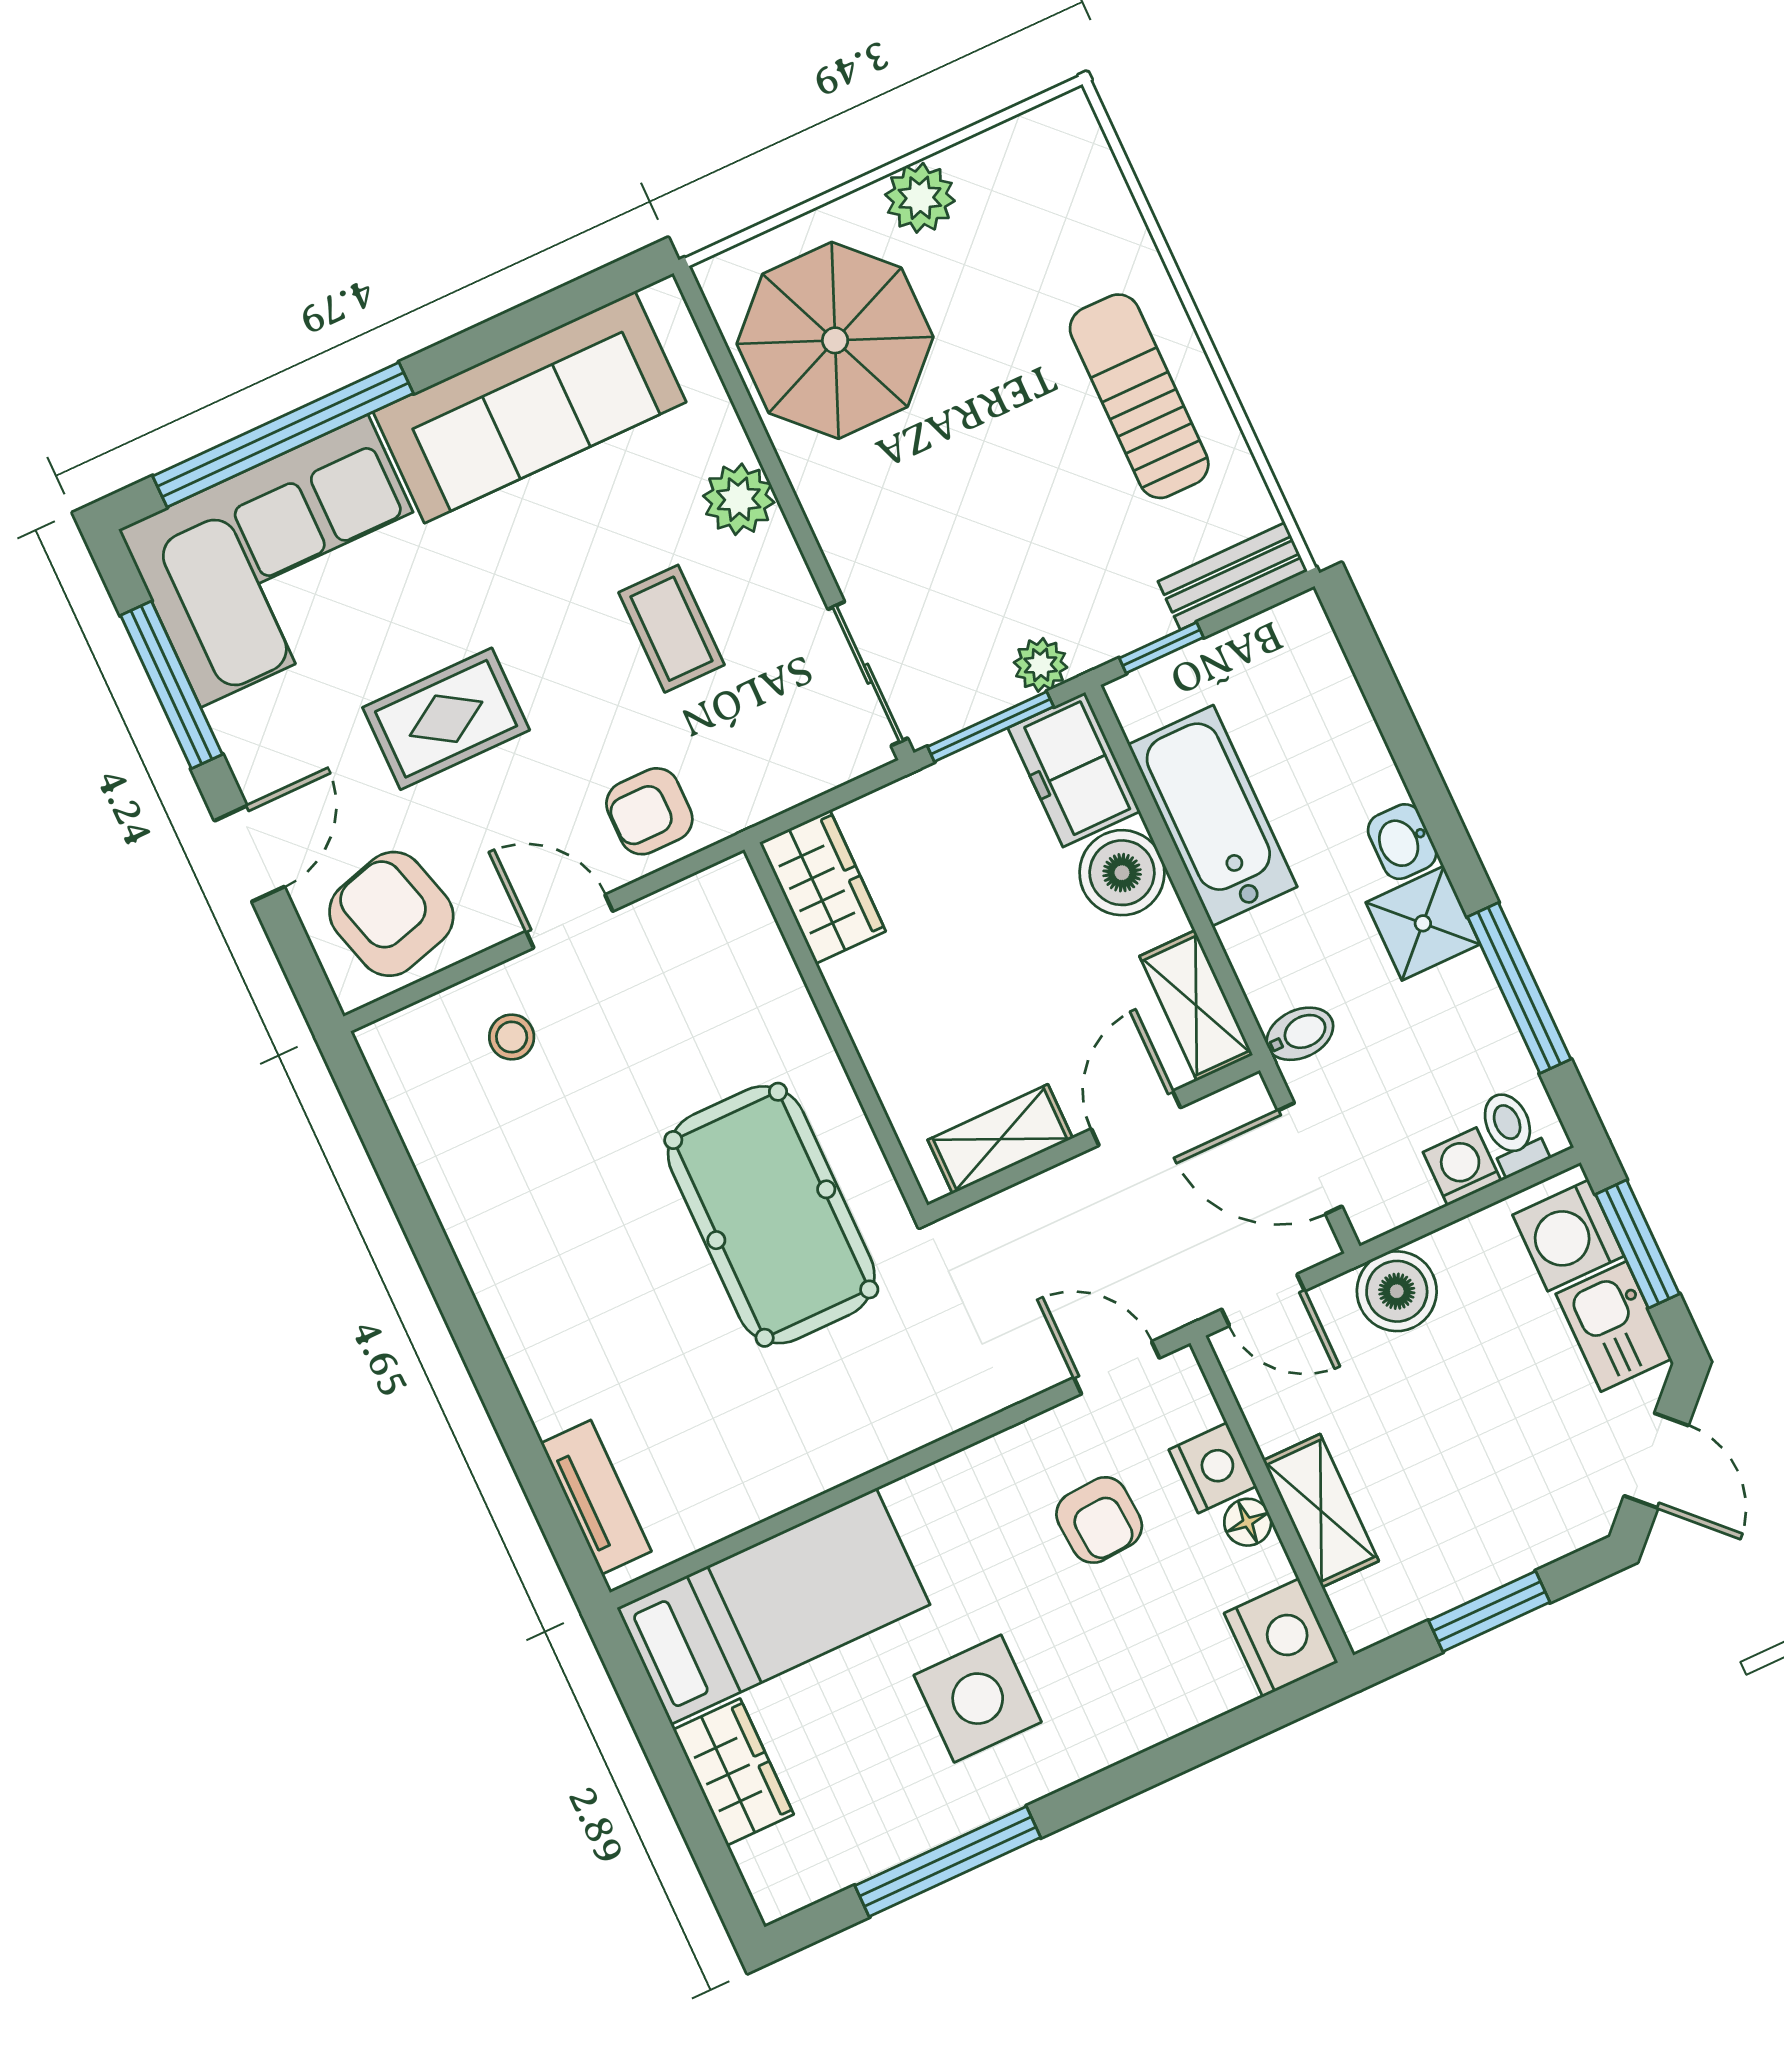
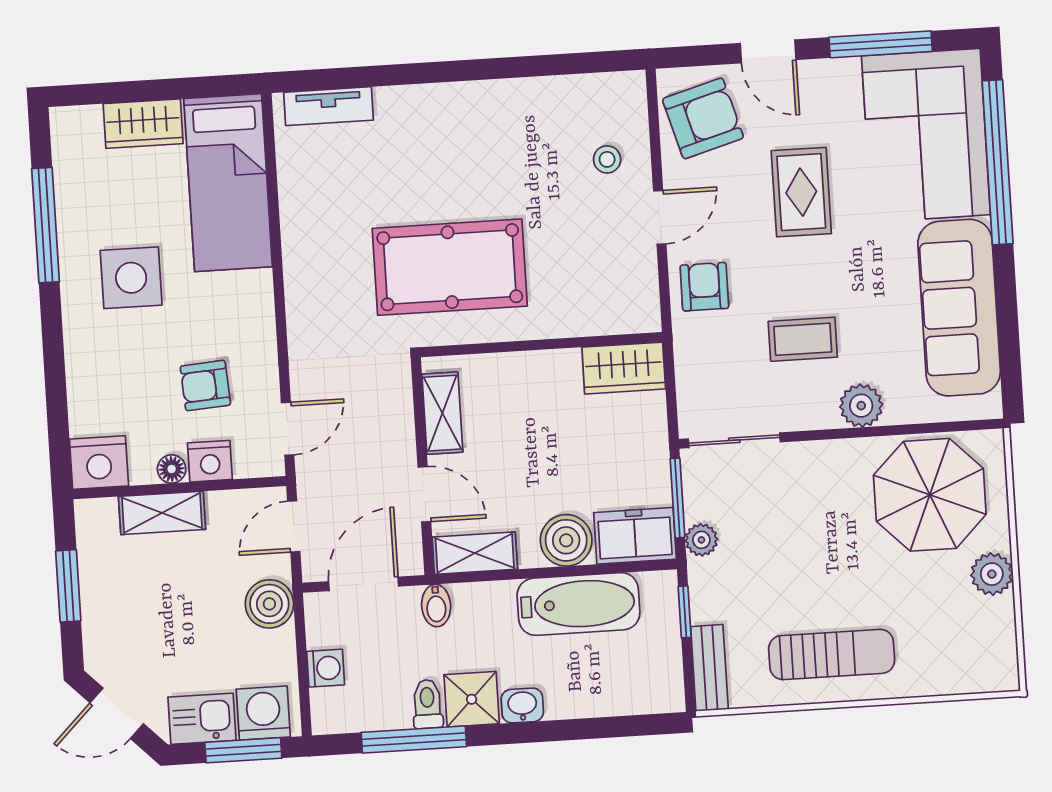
toilet: (1512, 1132) -> (427, 704), moved, turned -90

